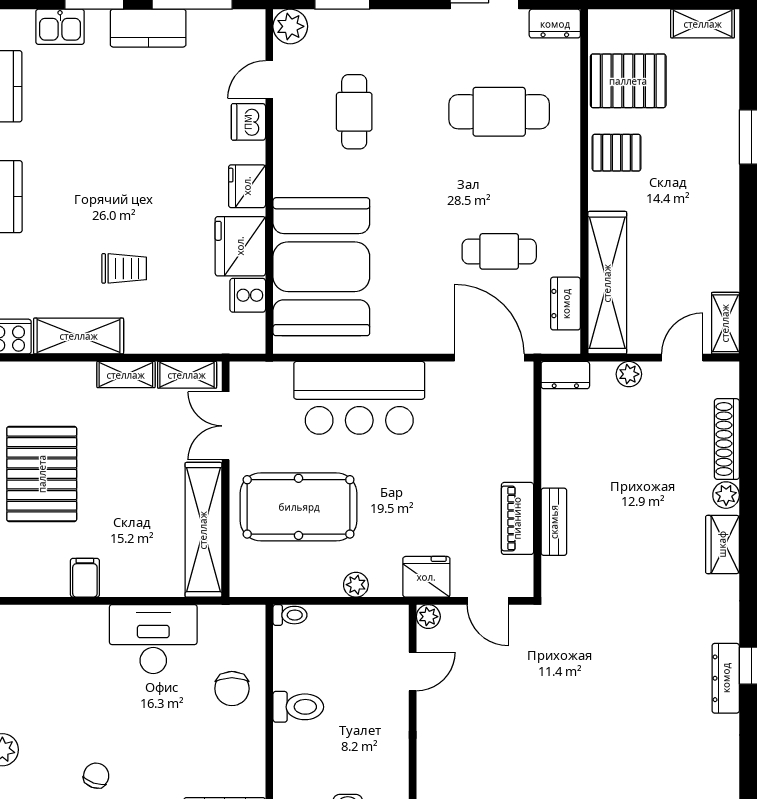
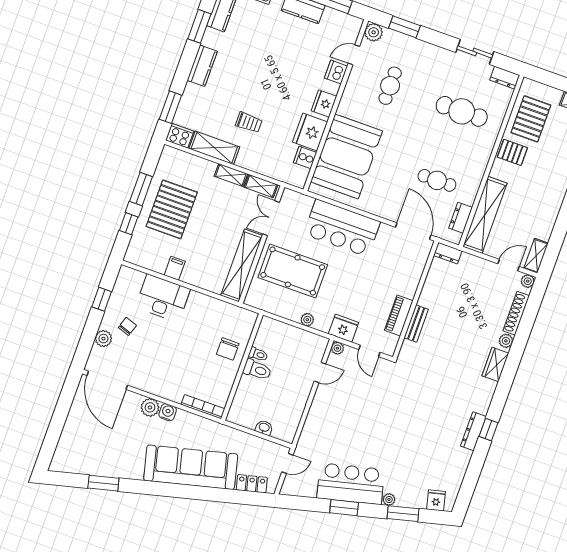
pallet: (628, 81) -> (531, 119), turned 90
plant: (629, 374) -> (528, 281), moved
toilet: (290, 615) -> (258, 354), moved
desk: (153, 639) -> (163, 298), moved
chair: (96, 776) -> (127, 326), moved

